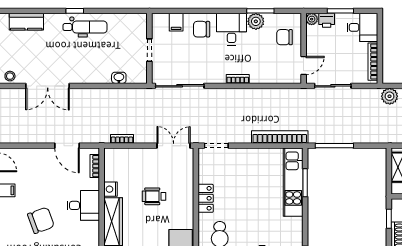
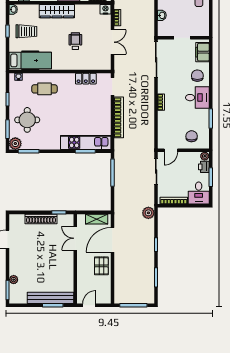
plant: (256, 21) -> (203, 115), removed
filing cabinet: (176, 22) -> (202, 52), width x2.00
door: (304, 66) -> (171, 150), hinge flipped
bookcase: (280, 137) -> (119, 117), moved
double door: (174, 146) -> (112, 42), moved
nightstand: (111, 189) -> (105, 9), moved
locker: (206, 198) -> (86, 79), moved

